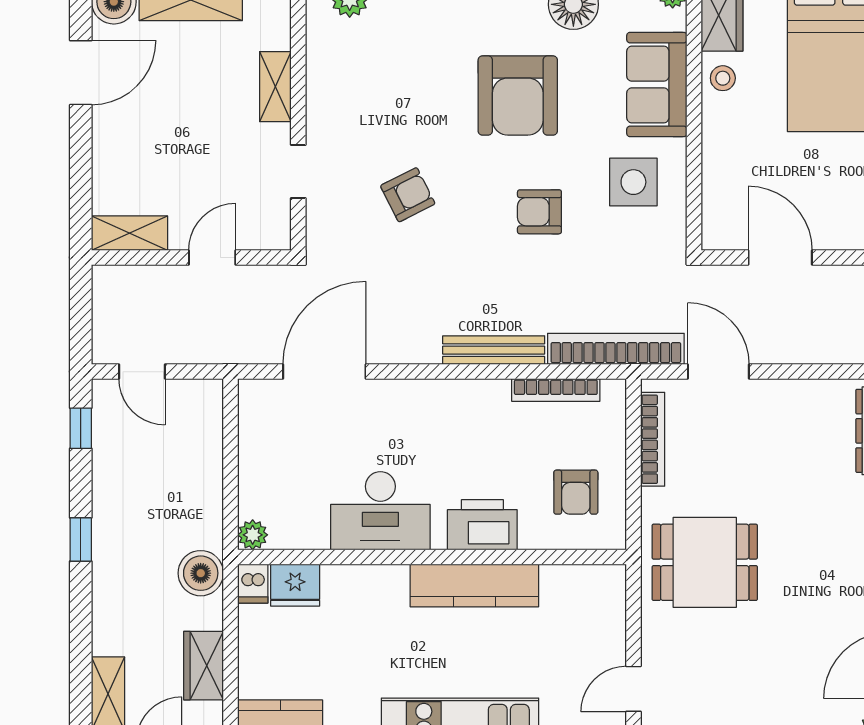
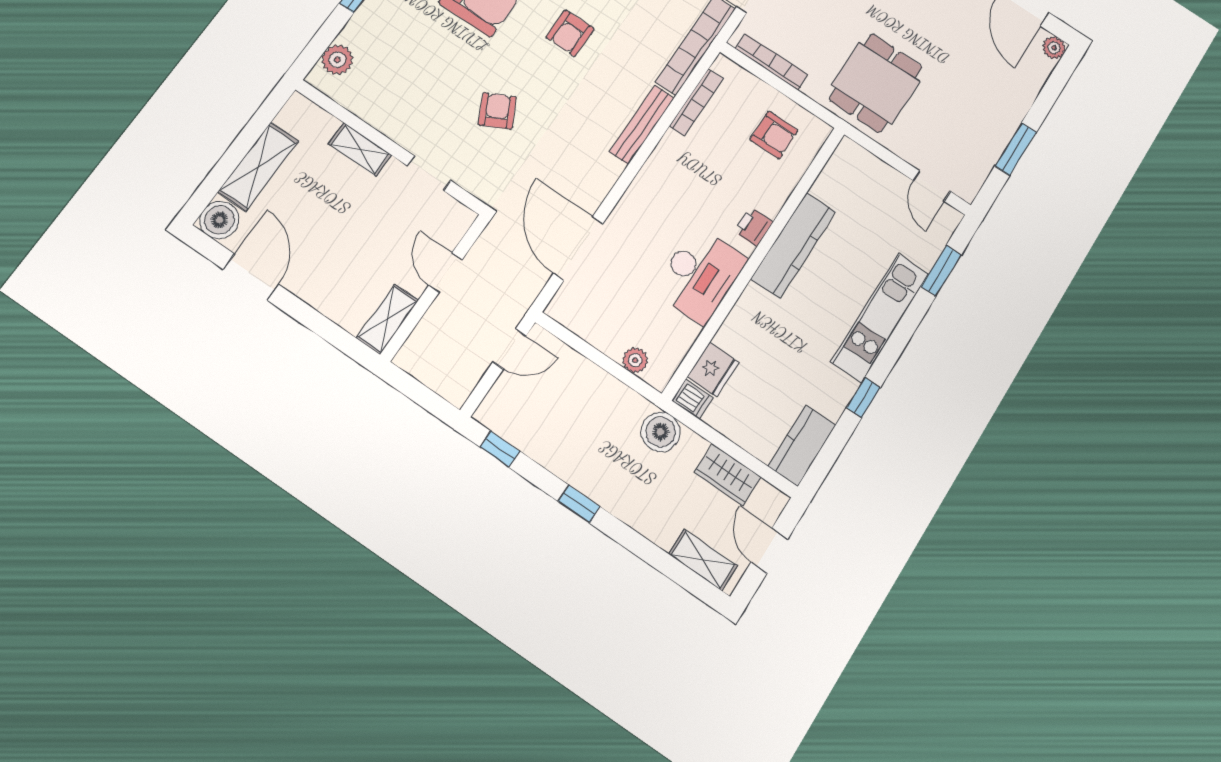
door: (142, 372) -> (510, 349), moved
printer: (482, 525) -> (754, 227), width x0.53, depth x0.68
plant: (253, 535) -> (635, 360), moved

